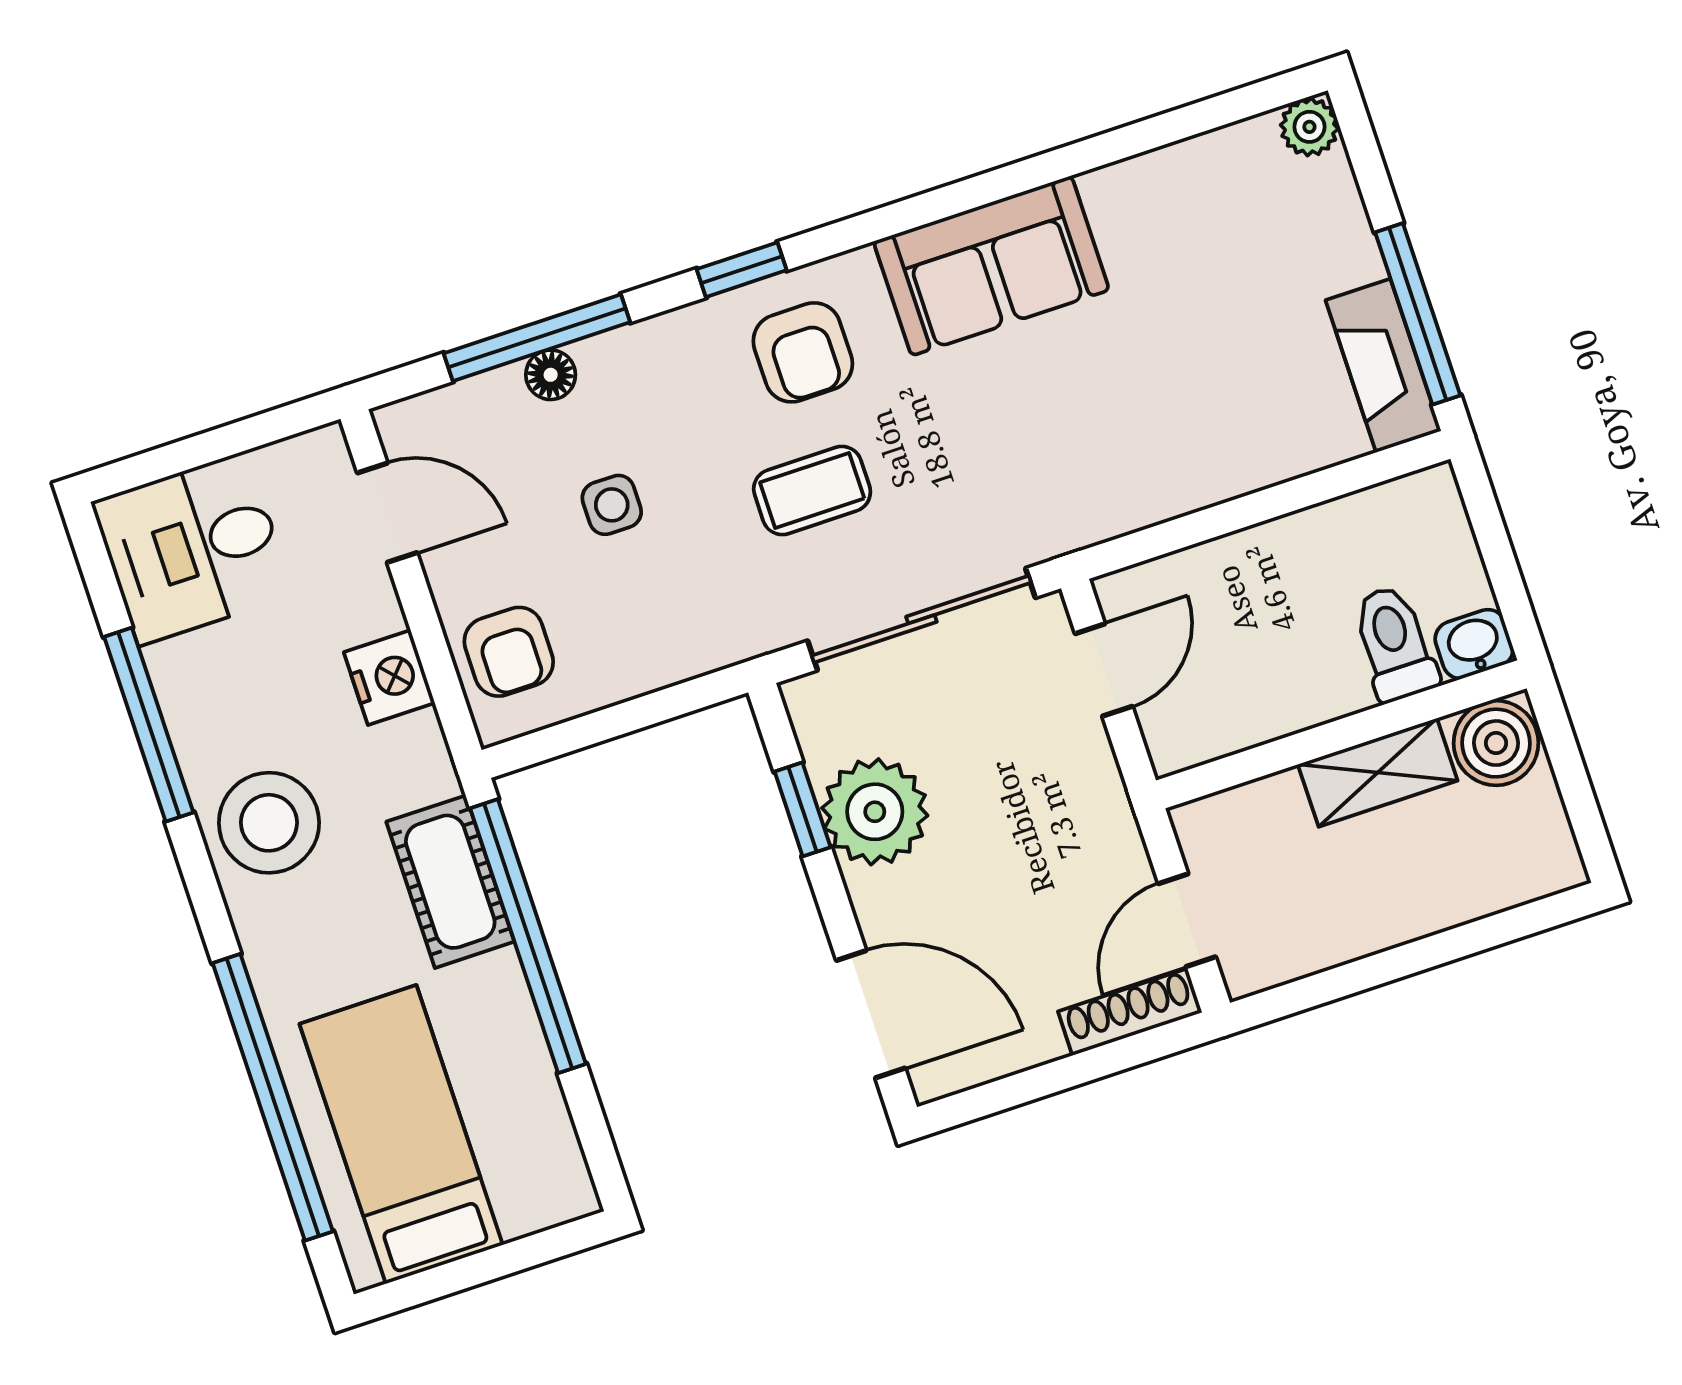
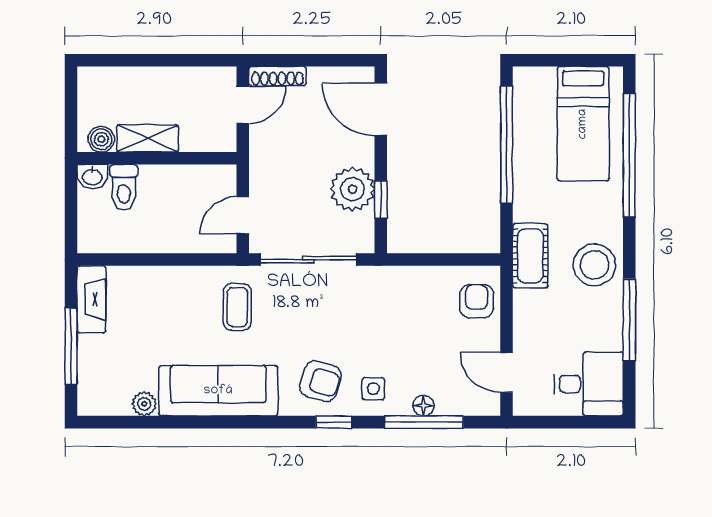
plant: (1309, 127) -> (144, 404), moved
sofa: (991, 266) -> (218, 391), width x1.36
window: (1418, 314) -> (71, 346), moved
armchair: (803, 352) -> (320, 381), turned 106
coffee table: (812, 490) -> (237, 307), moved, turned 90
side table: (612, 505) -> (373, 389), moved
nightstand: (389, 678) -> (528, 307), removed
boiler: (1496, 743) -> (101, 139), width x0.73, depth x0.73
cot: (450, 882) -> (530, 256), moved
window: (528, 936) -> (507, 145), moved

